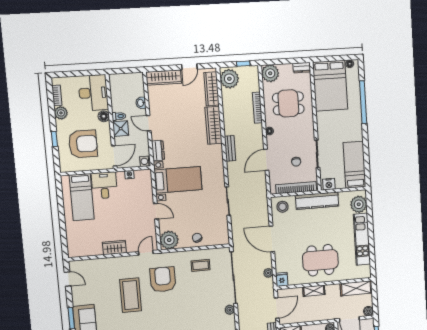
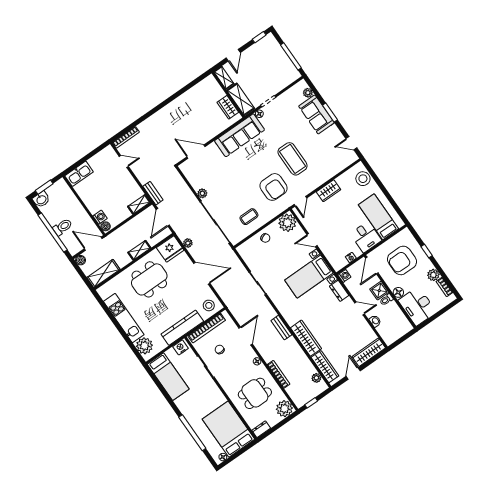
plant: (229, 79) -> (316, 378), width x0.53, depth x0.53
stool: (76, 240) -> (363, 179), added
fridge: (282, 279) -> (170, 249), width x1.88, depth x1.34

